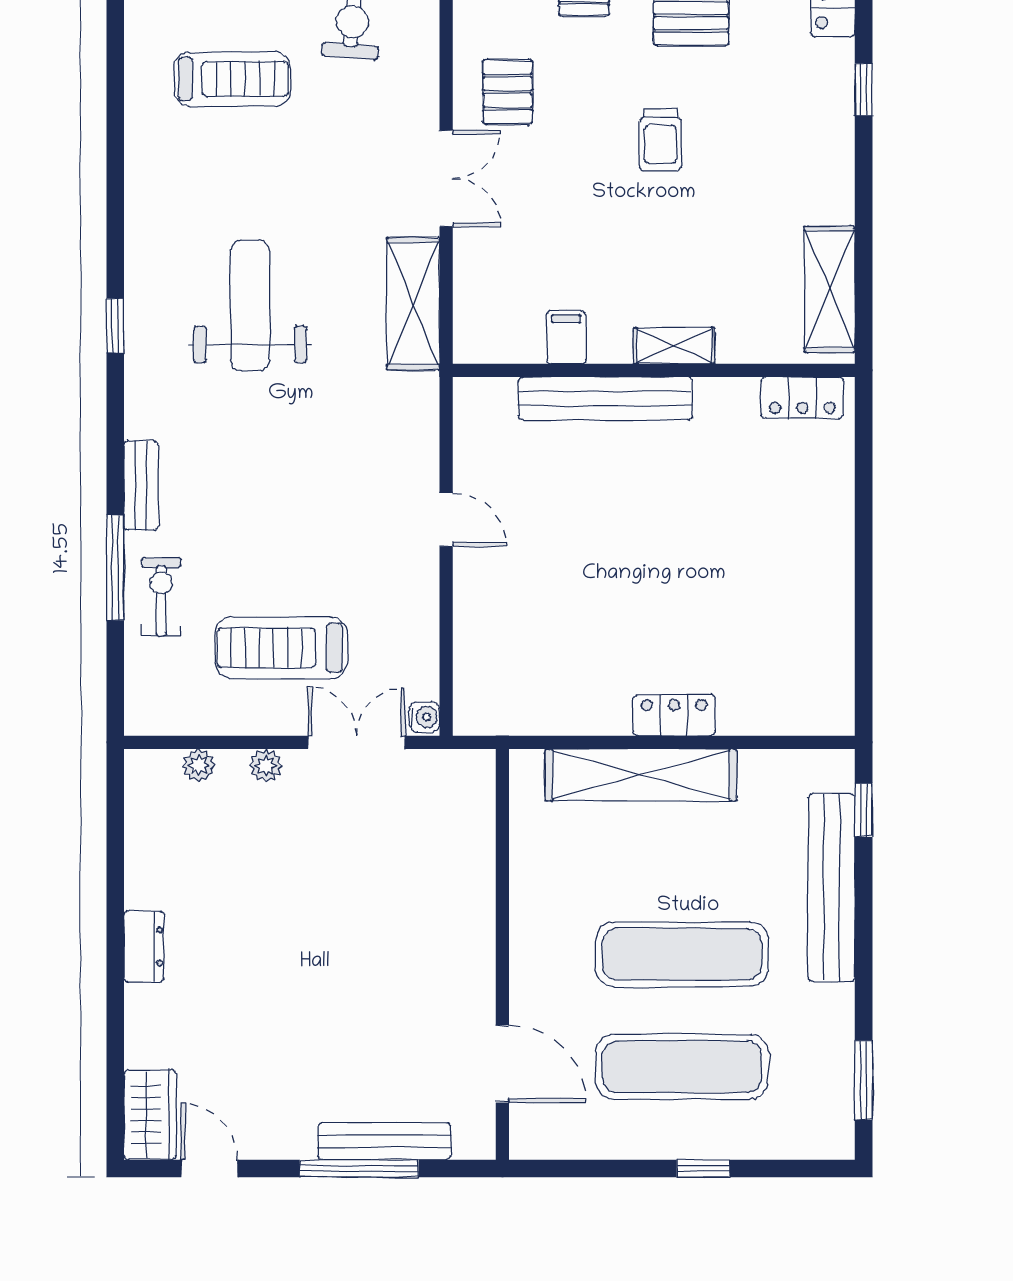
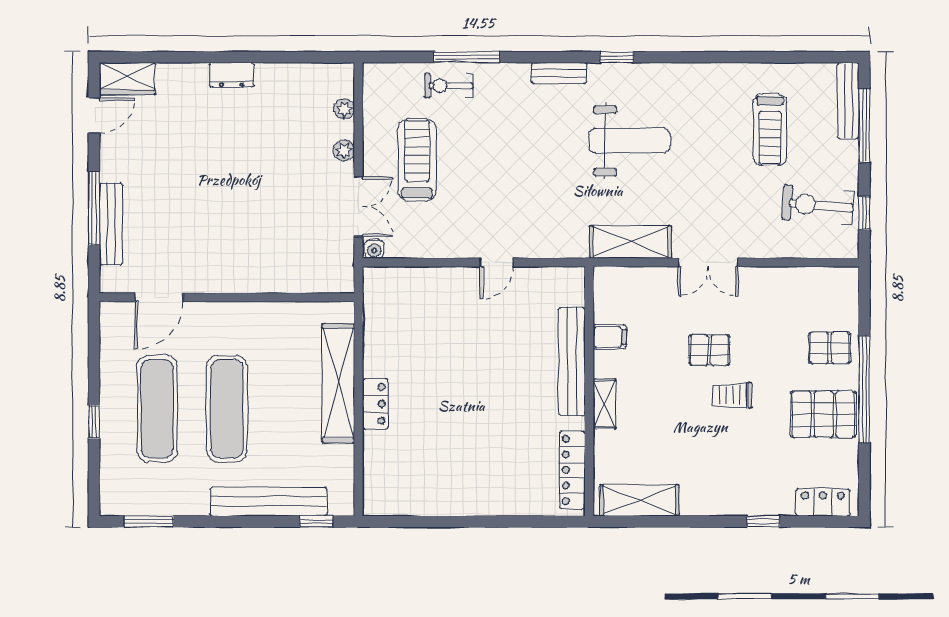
pallet: (508, 92) -> (709, 350), moved
locker: (802, 398) -> (572, 470), width x1.53
bench: (141, 485) -> (559, 73), moved
exercise bike: (161, 597) -> (449, 86), turned 180

